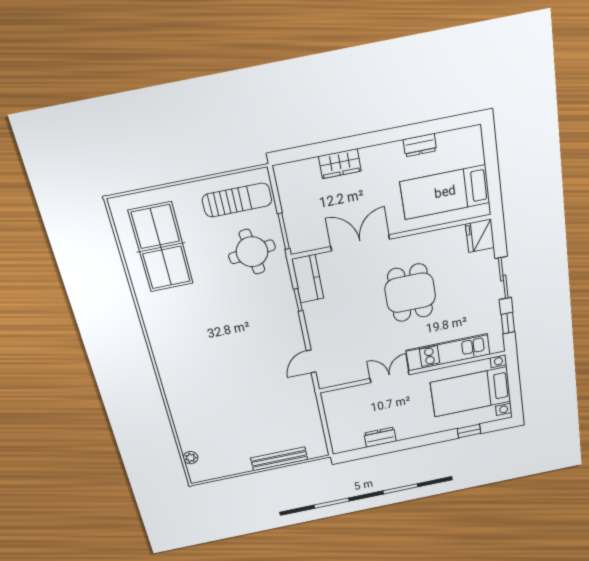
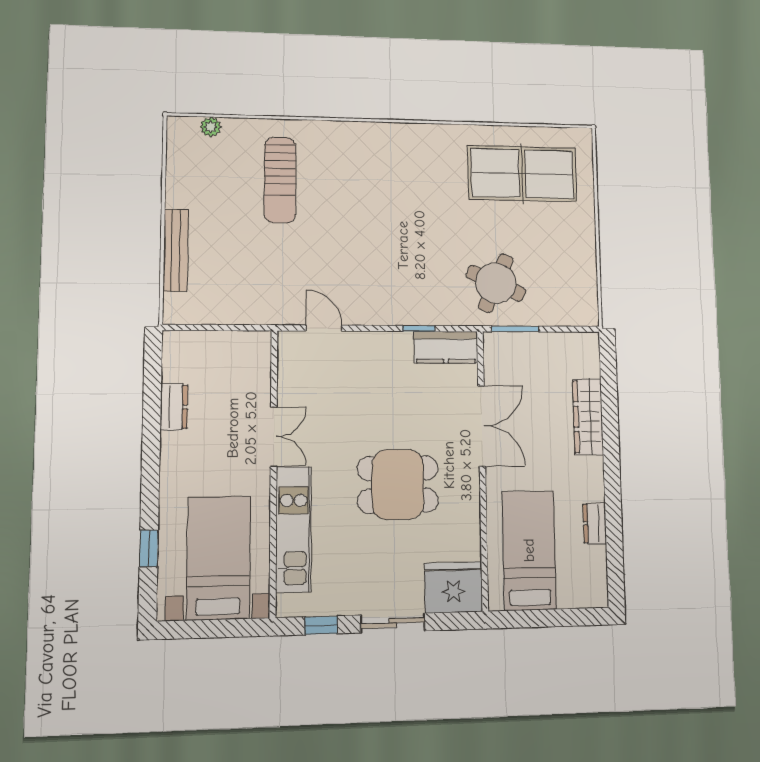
wardrobe: (340, 164) -> (588, 417), width x1.50
sun lounger: (237, 200) -> (280, 180), moved
fridge: (480, 236) -> (454, 587), width x1.36, depth x1.34
round table: (252, 252) -> (496, 283), turned 32

